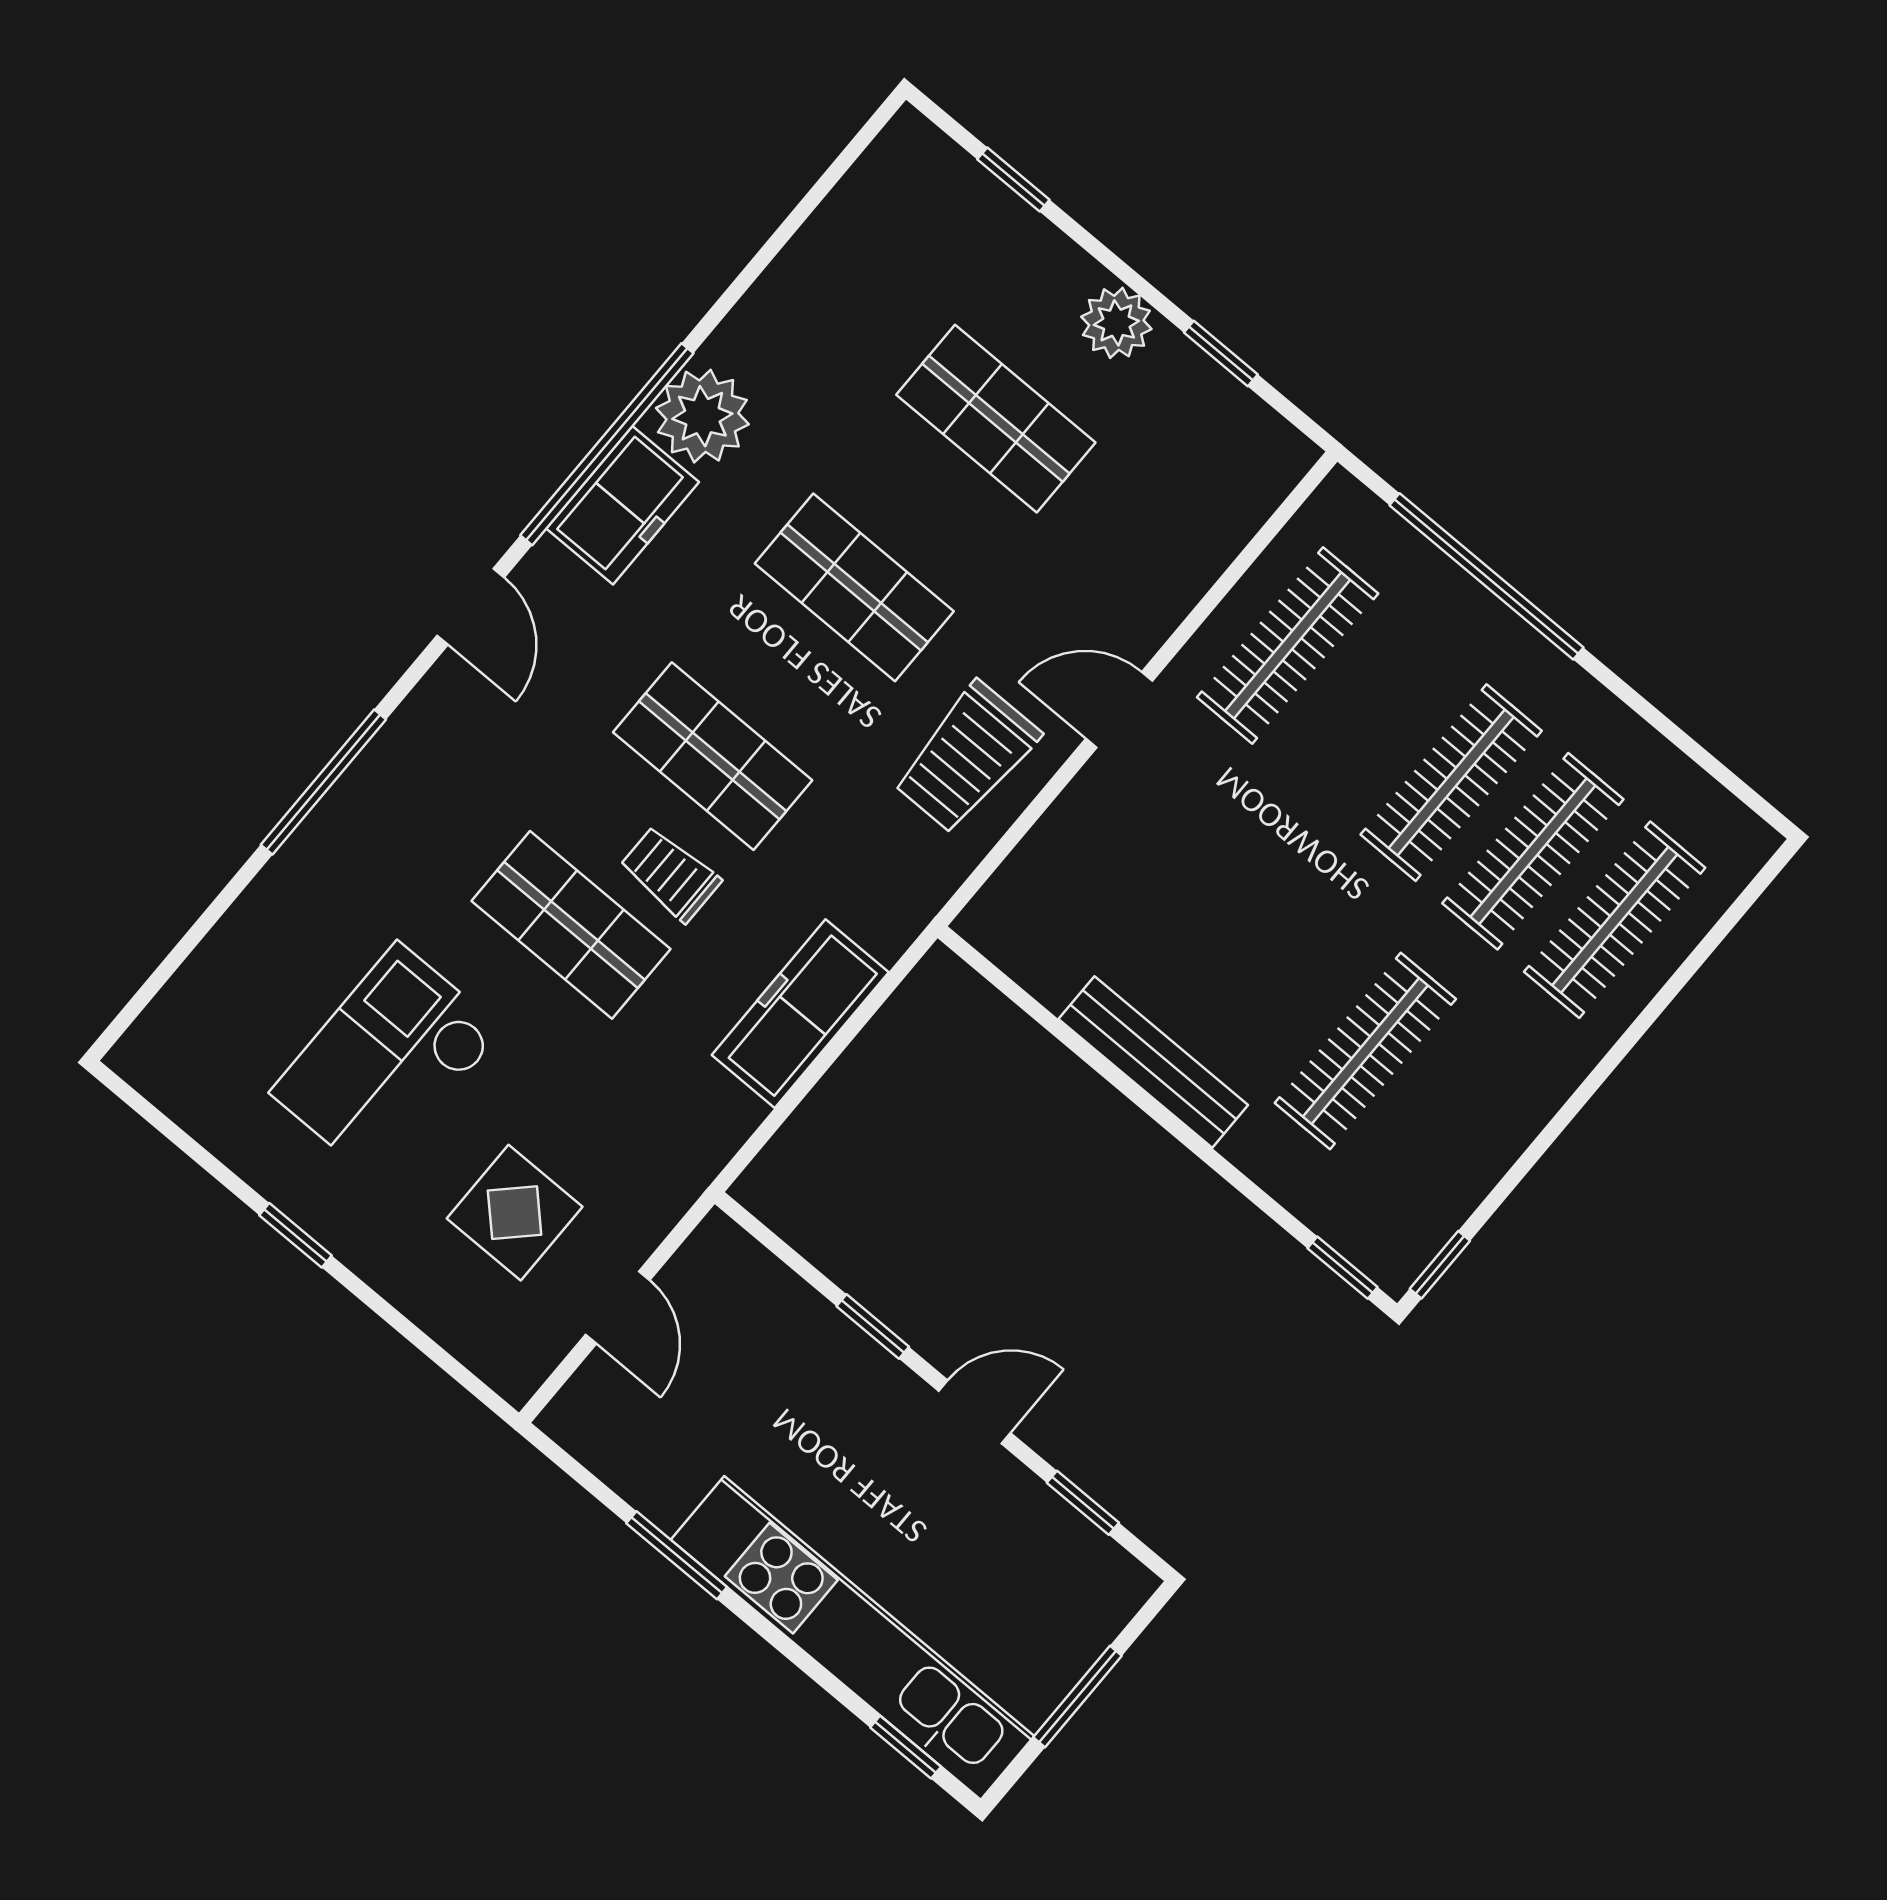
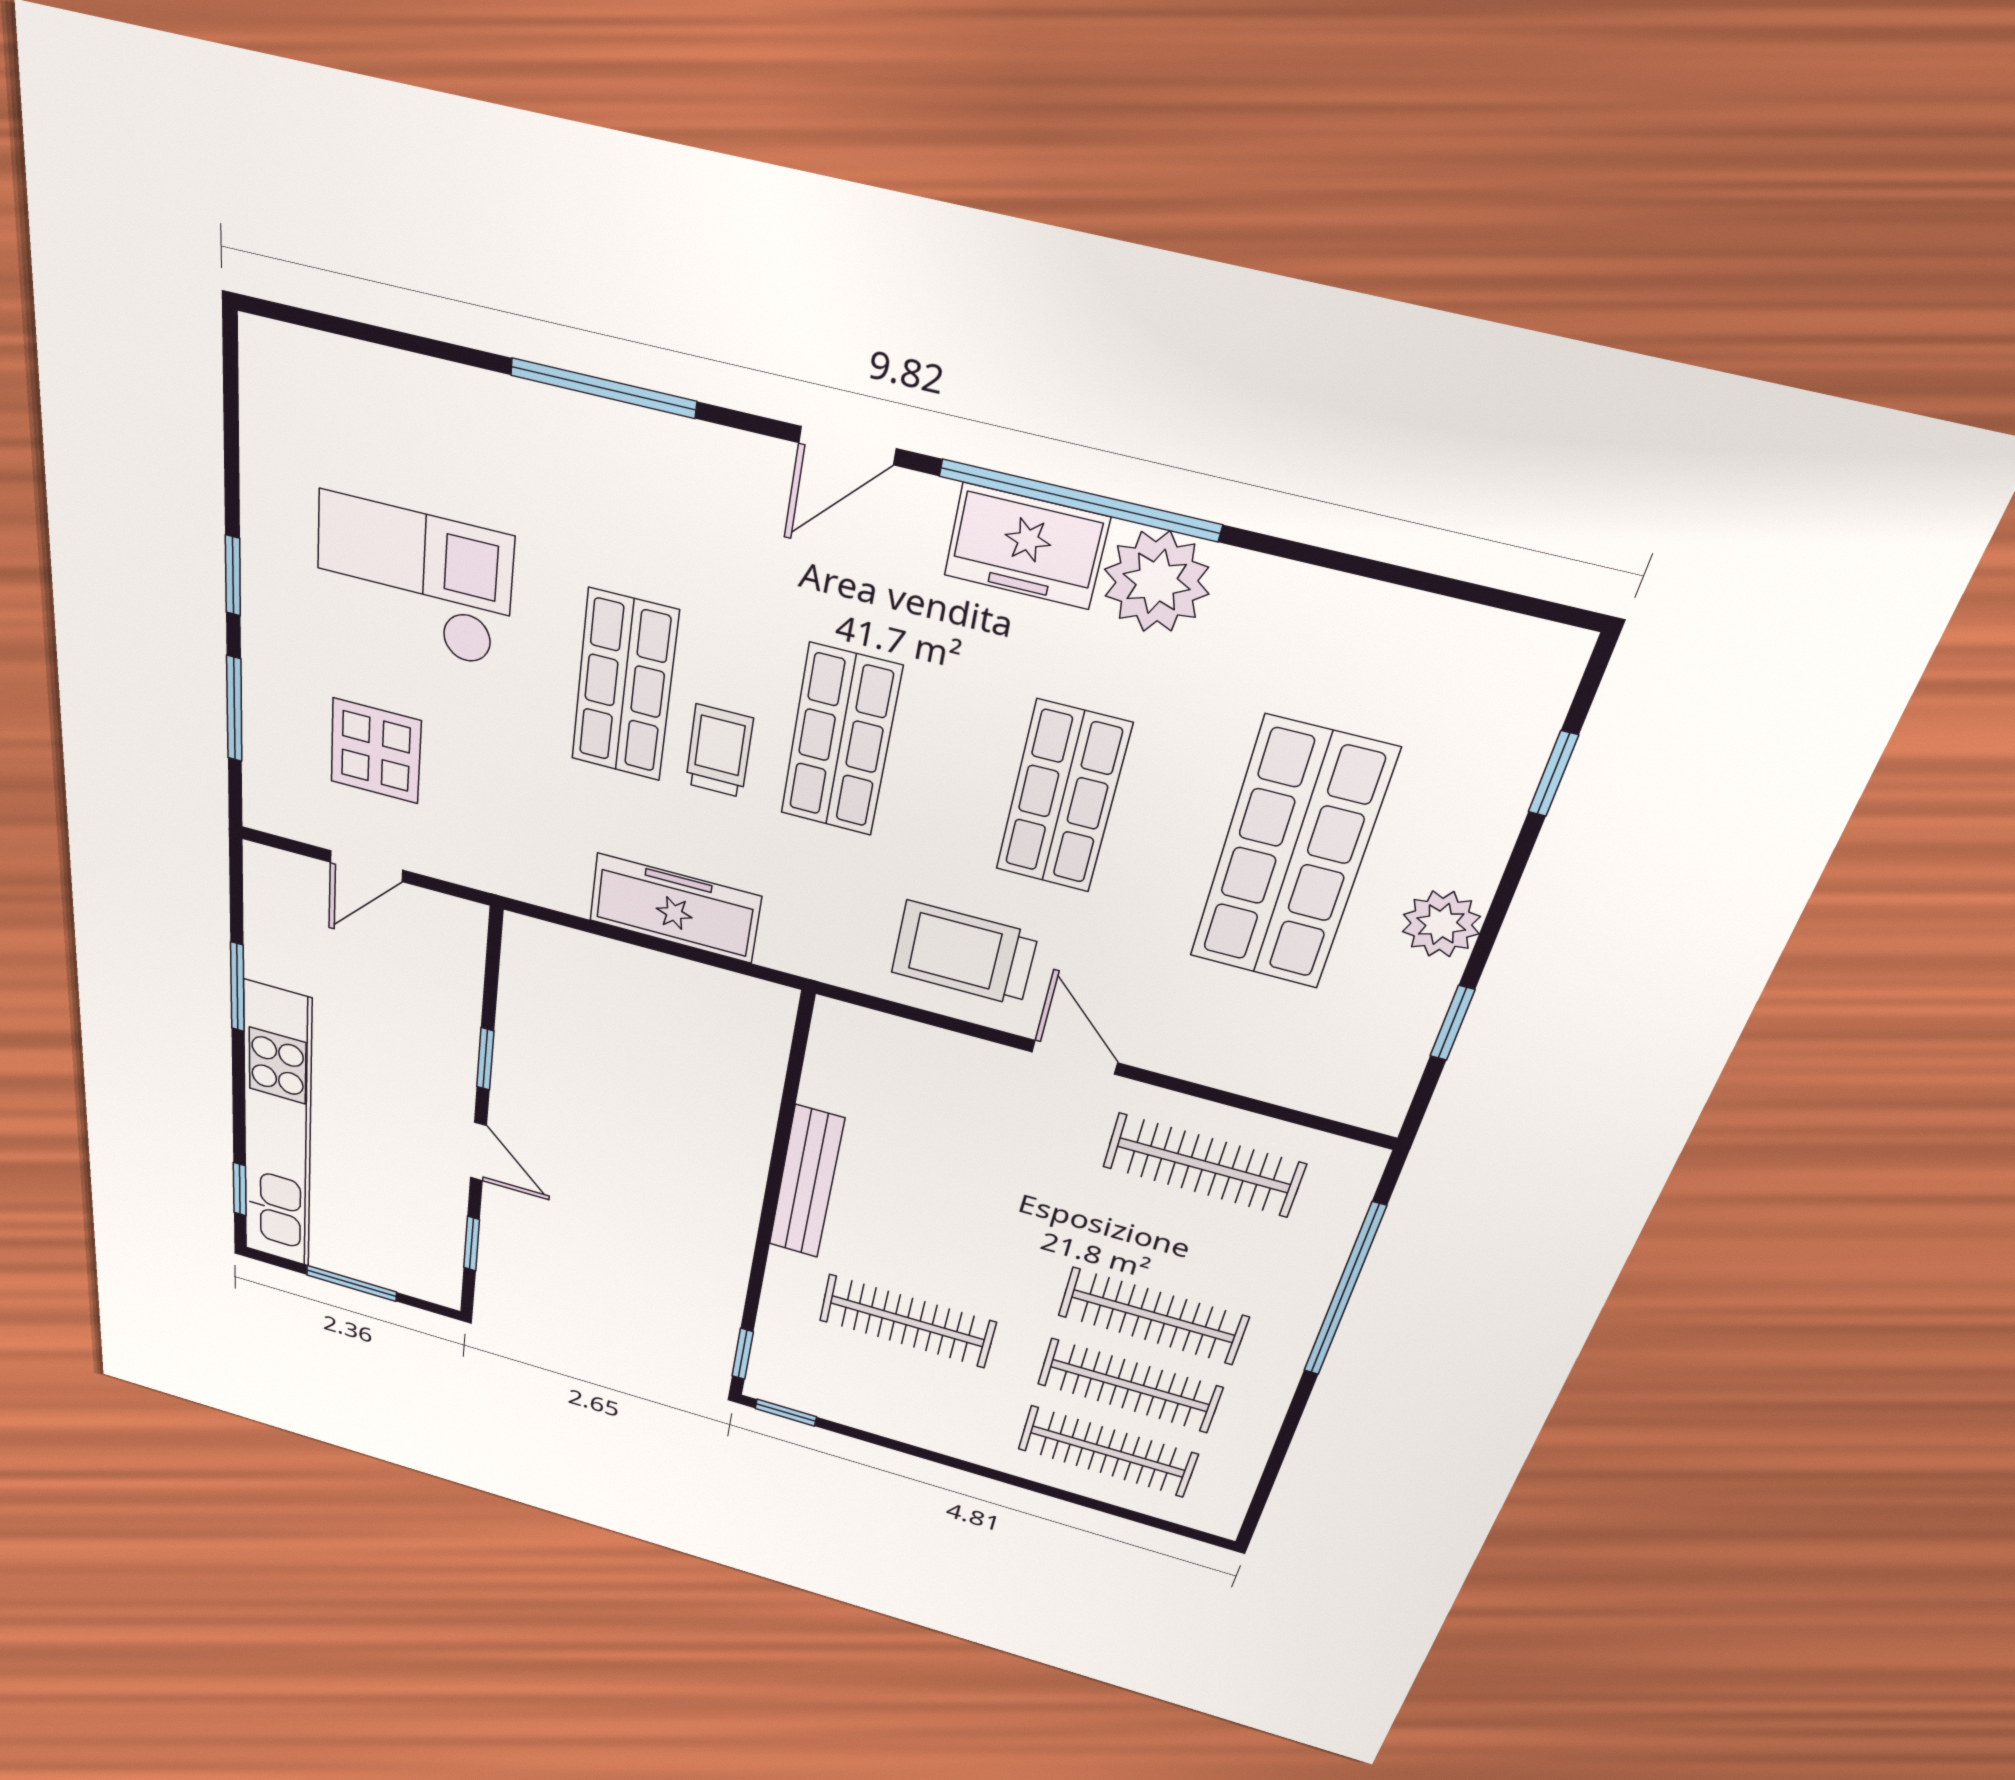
shop shelf: (996, 419) -> (1292, 855), width x1.43, depth x1.36
window: (408, 1330) -> (234, 709), added

